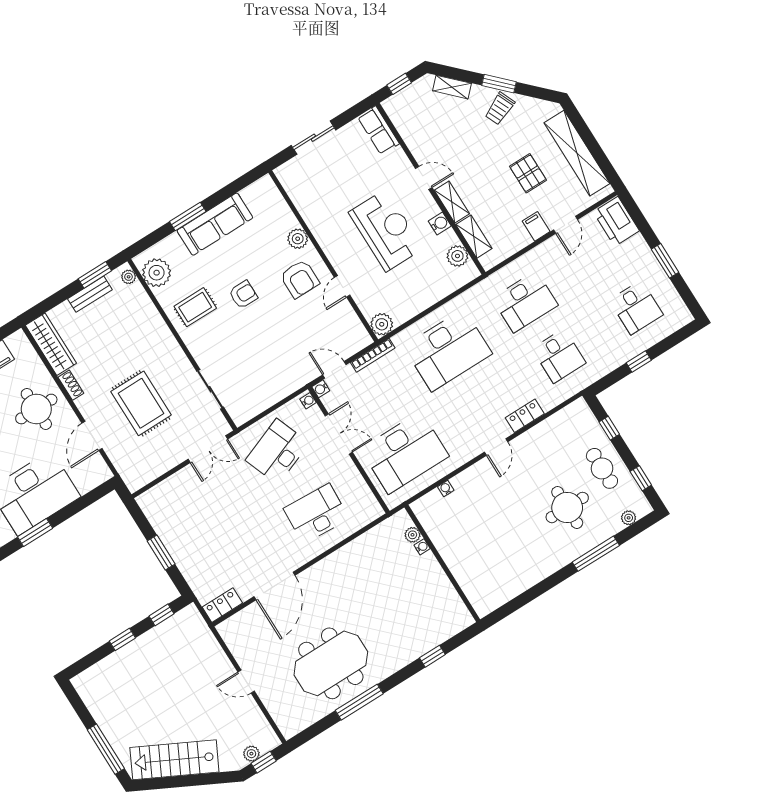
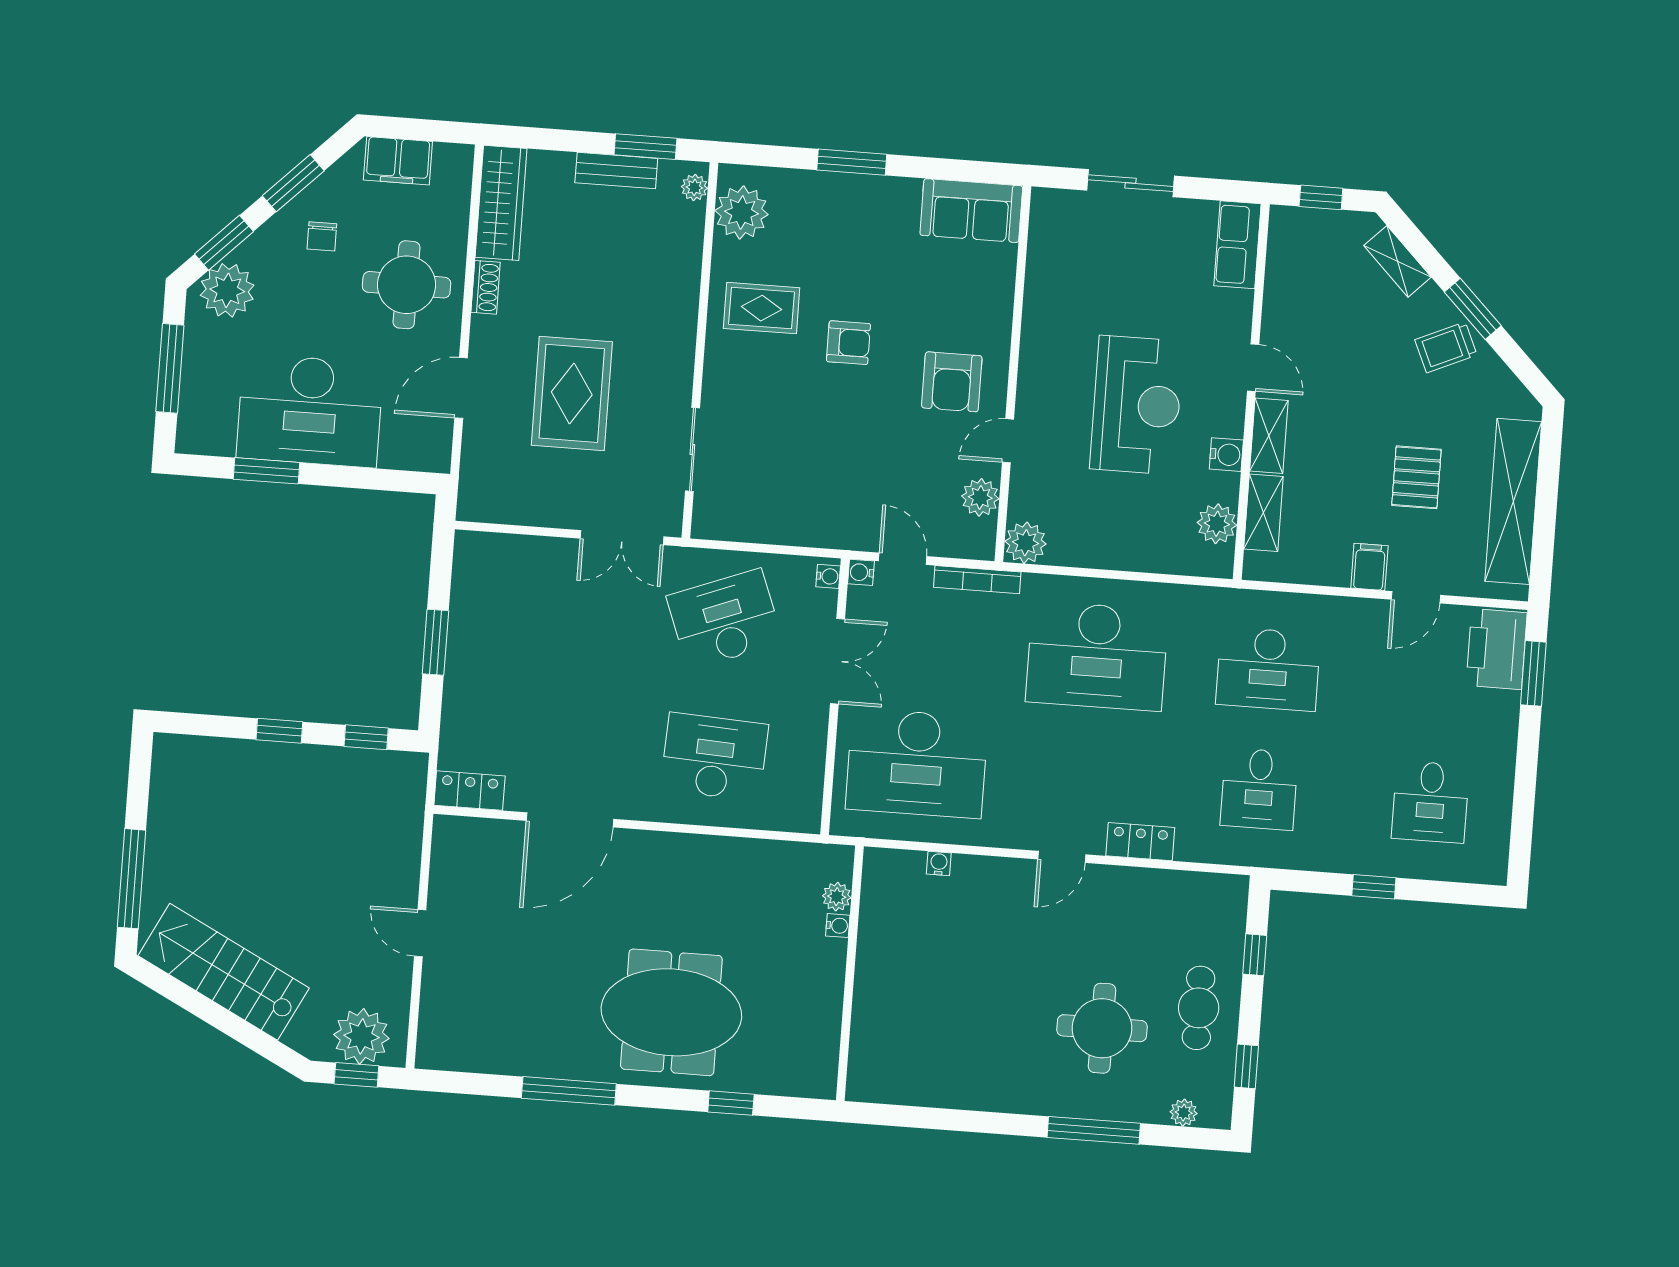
sofa: (215, 224) -> (971, 211), moved, width x0.73
plant: (298, 239) -> (980, 497), moved
window: (665, 261) -> (1533, 673), moved
meeting table: (331, 663) -> (671, 1012), moved
plant: (251, 754) -> (361, 1036), width x1.88, depth x1.88

